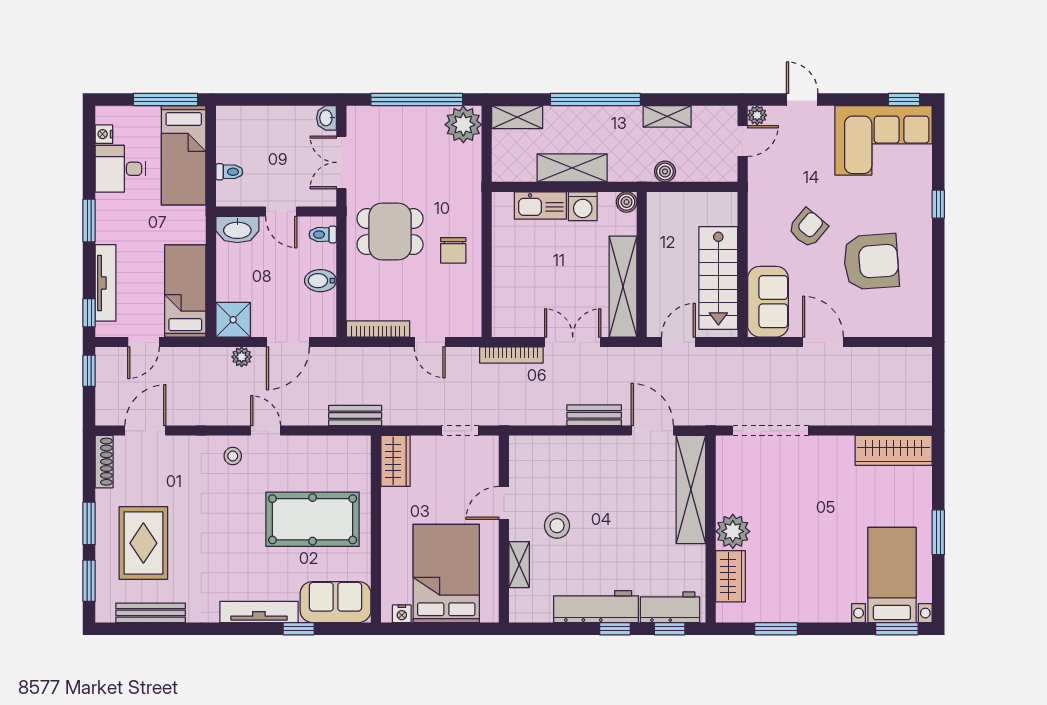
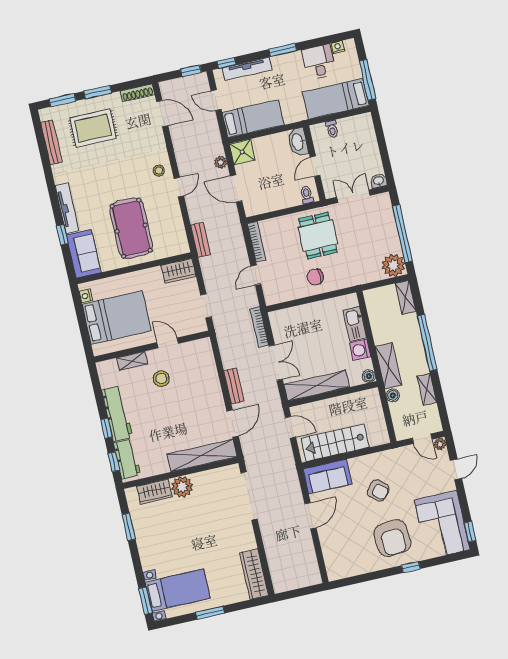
shelving: (572, 168) -> (388, 366), moved
armchair: (871, 262) -> (392, 538), moved
bidet: (320, 281) -> (278, 200), removed

